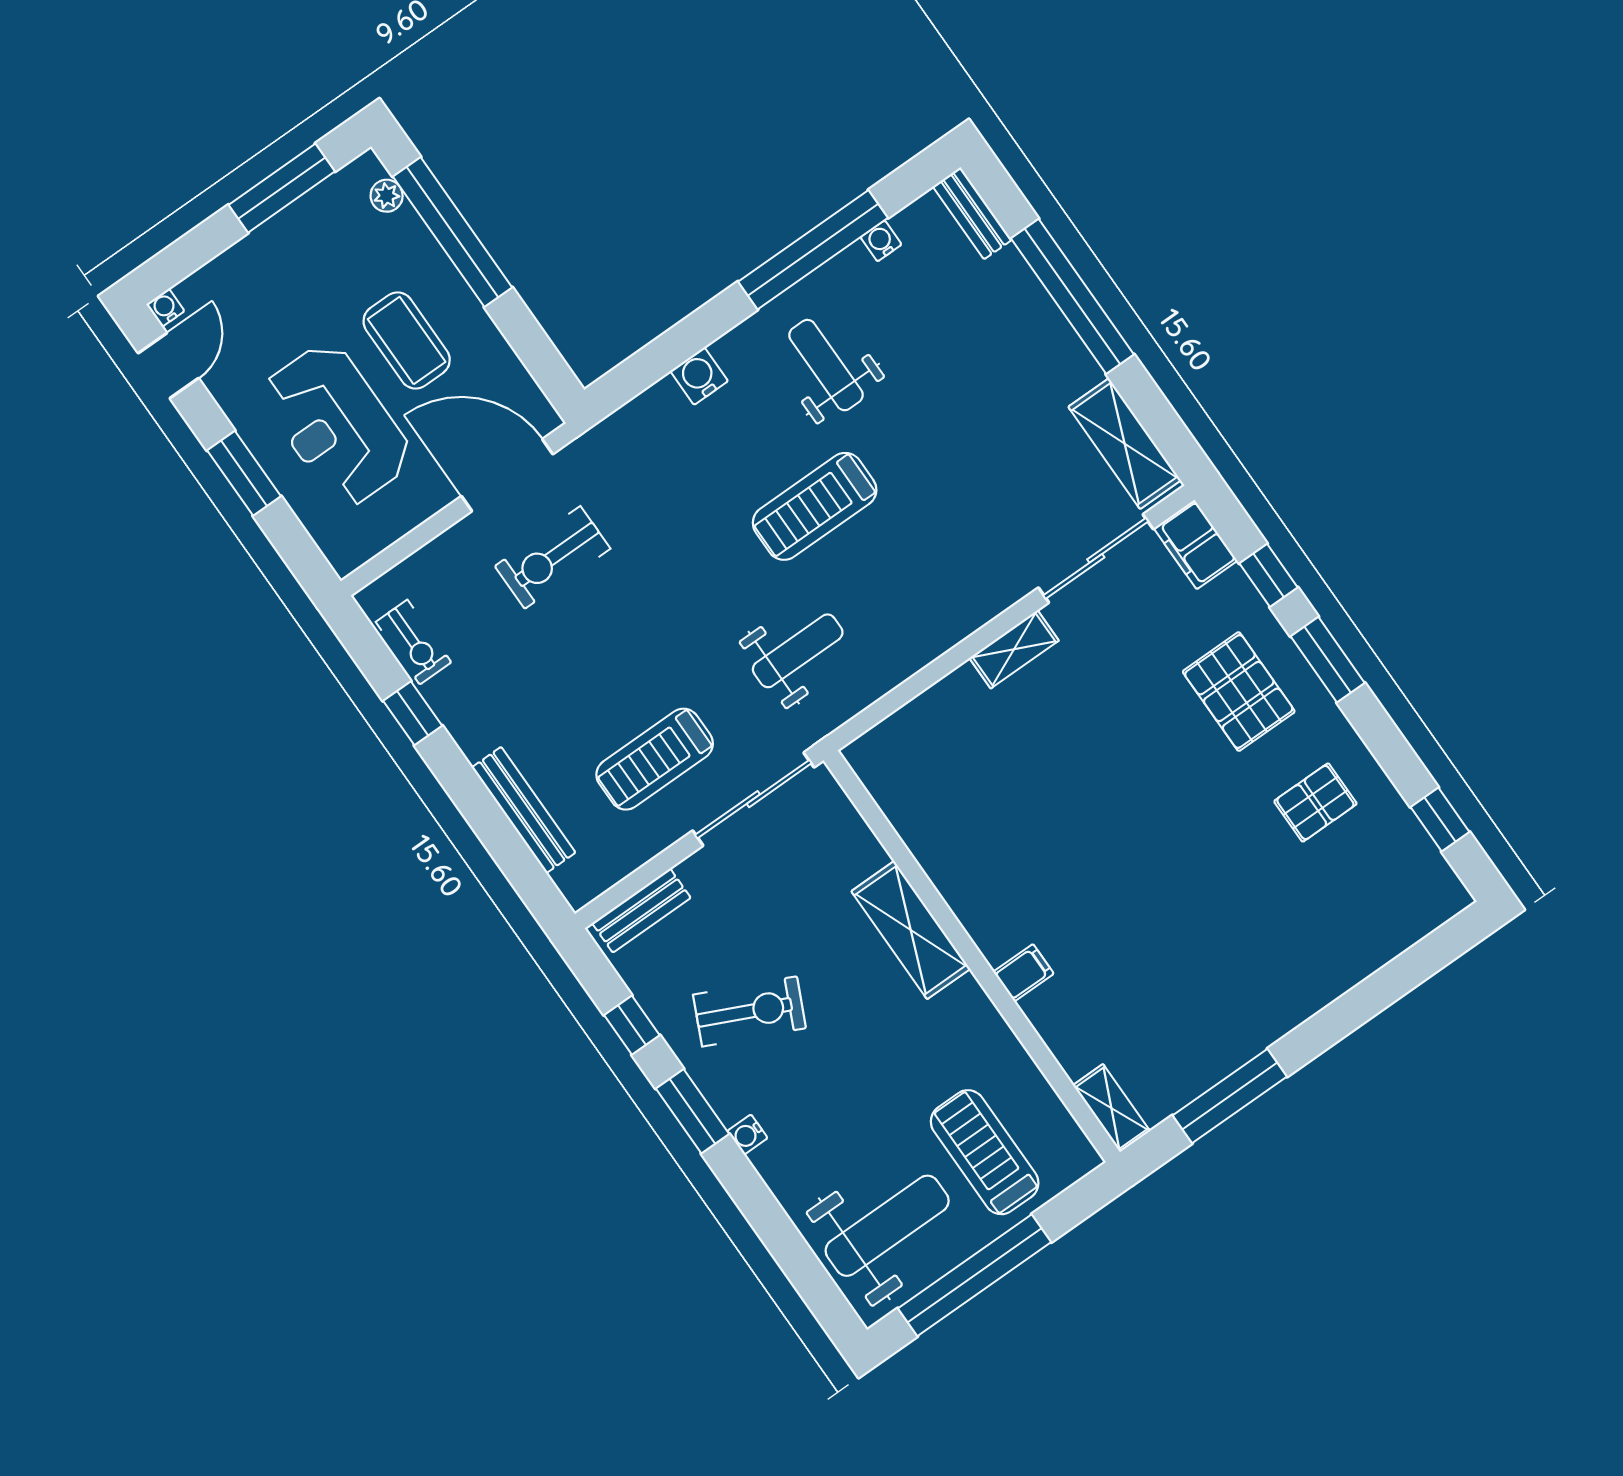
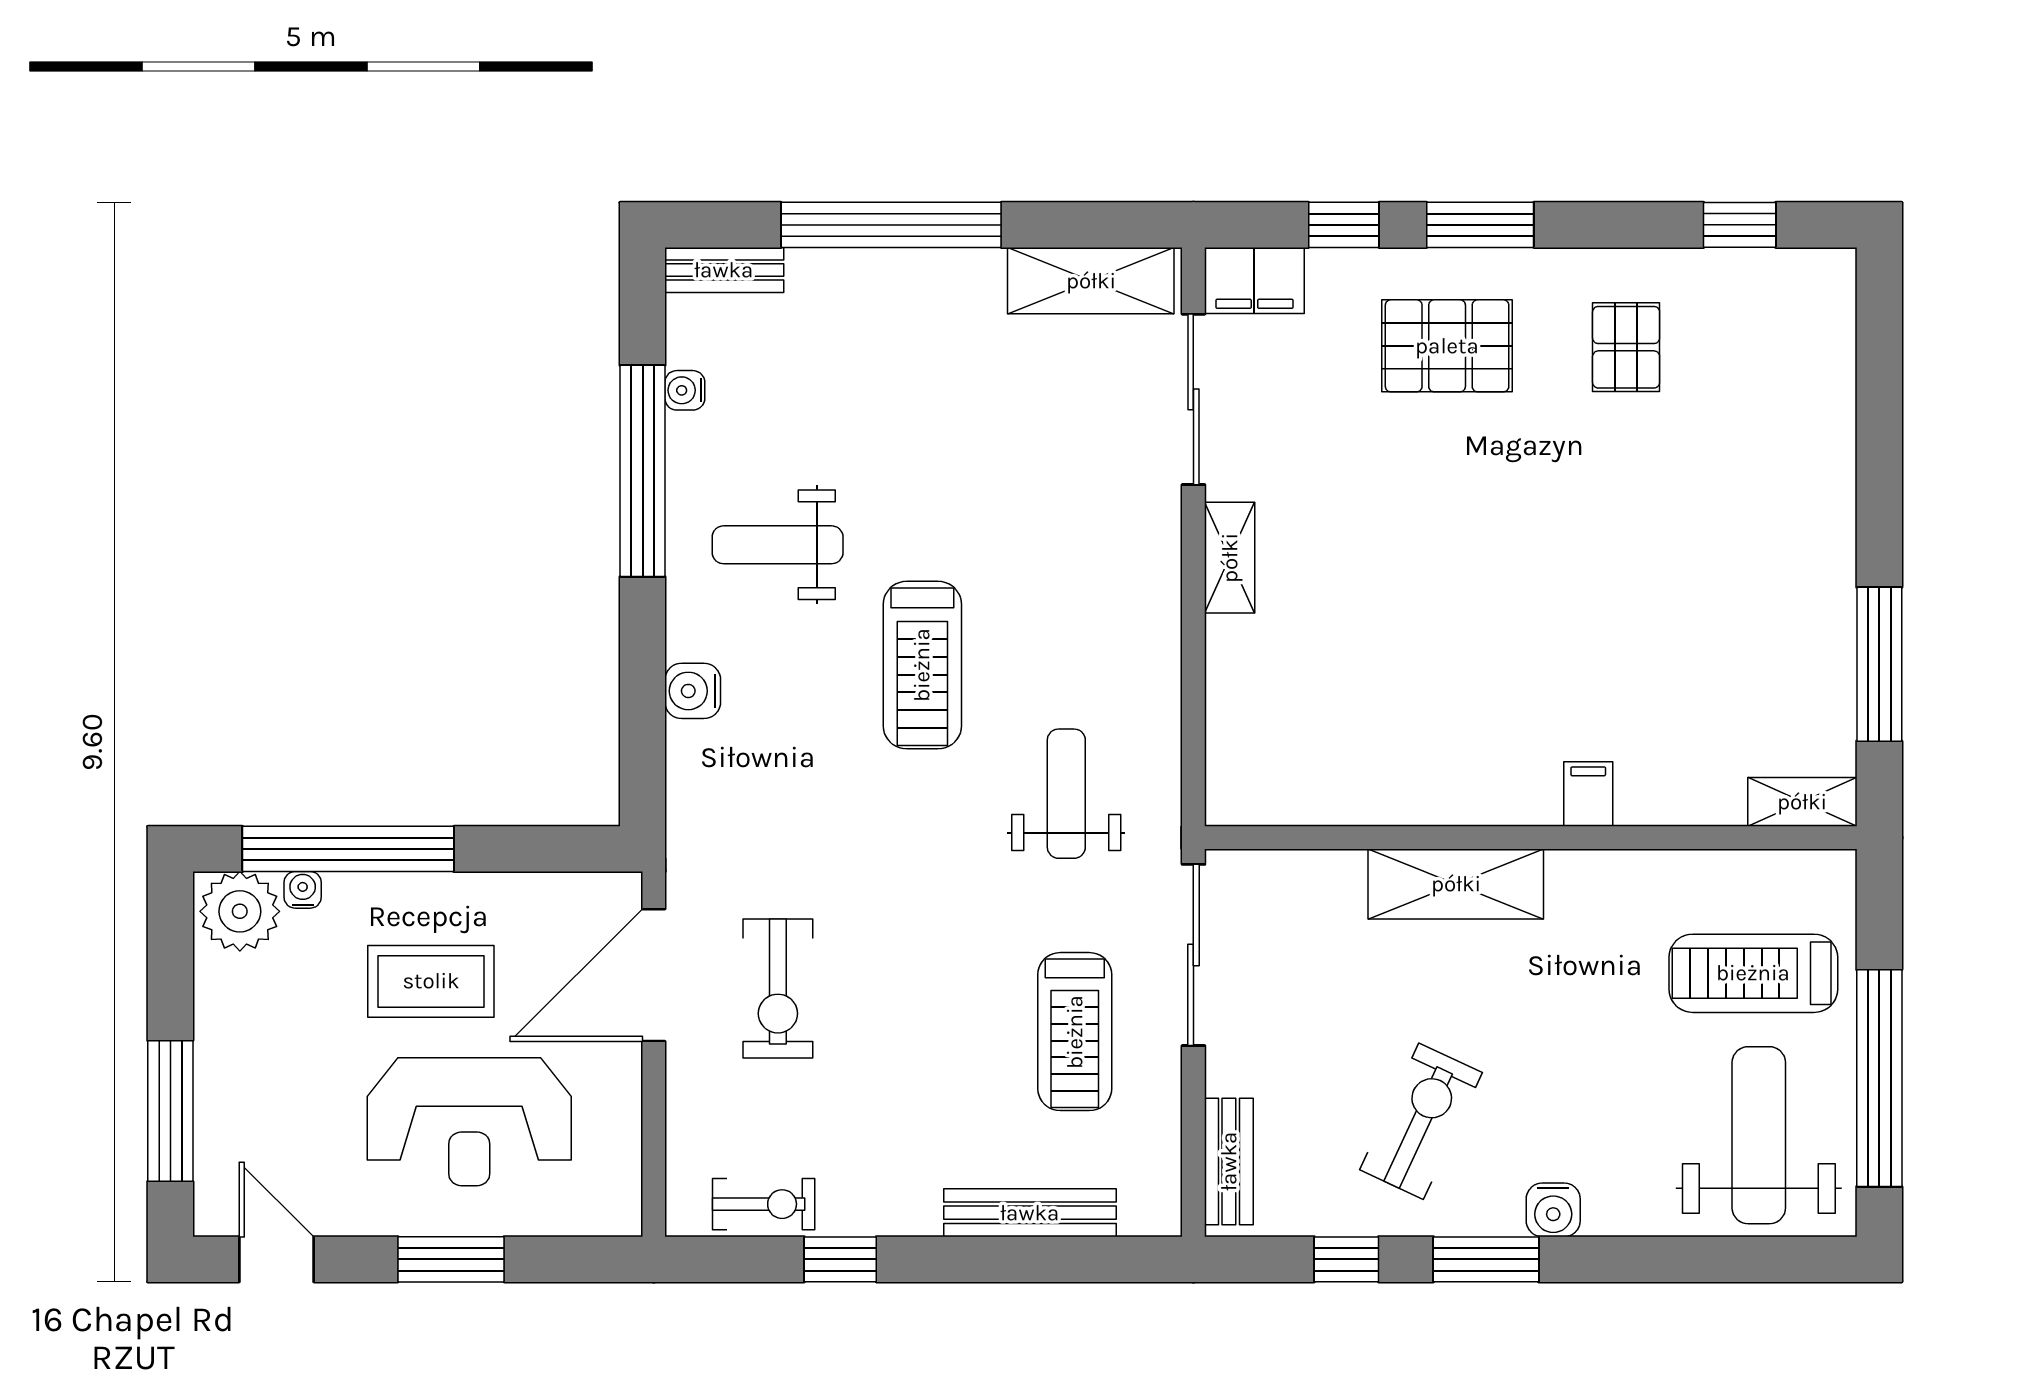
window: (282, 188) -> (170, 1111), moved
plant: (387, 196) -> (240, 911), width x1.88, depth x1.88
water cooler: (165, 308) -> (303, 890), moved, turned 90
water cooler: (747, 1135) -> (1553, 1210), width x1.38, depth x1.38

